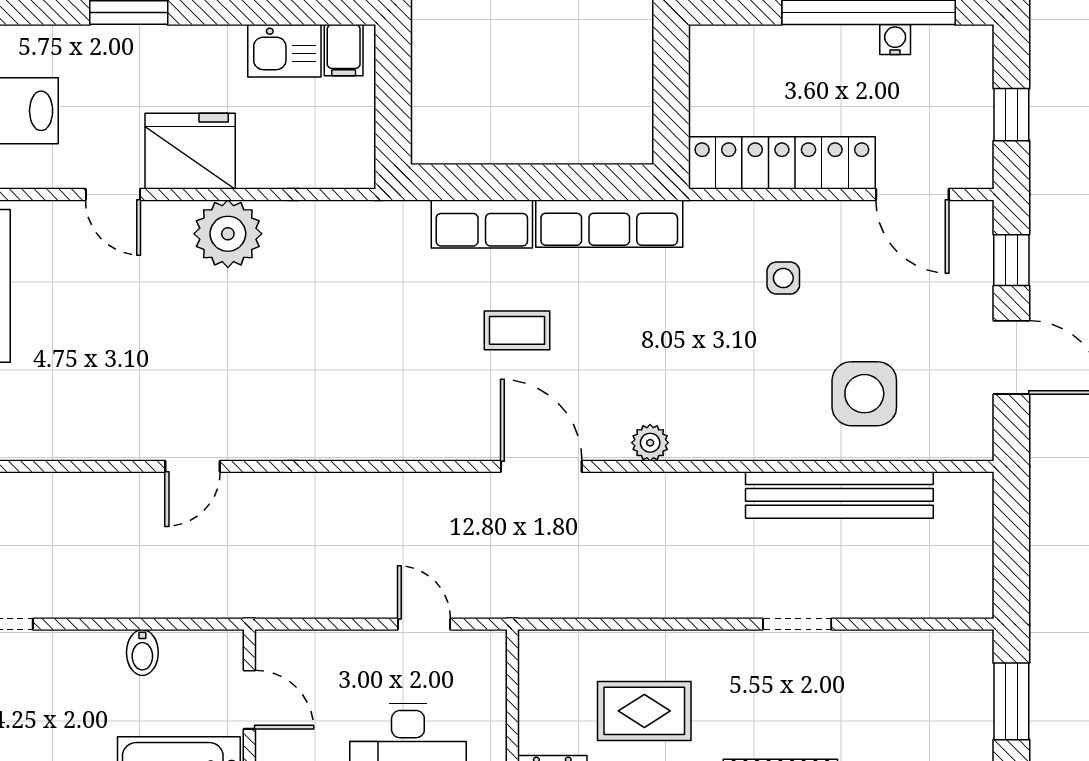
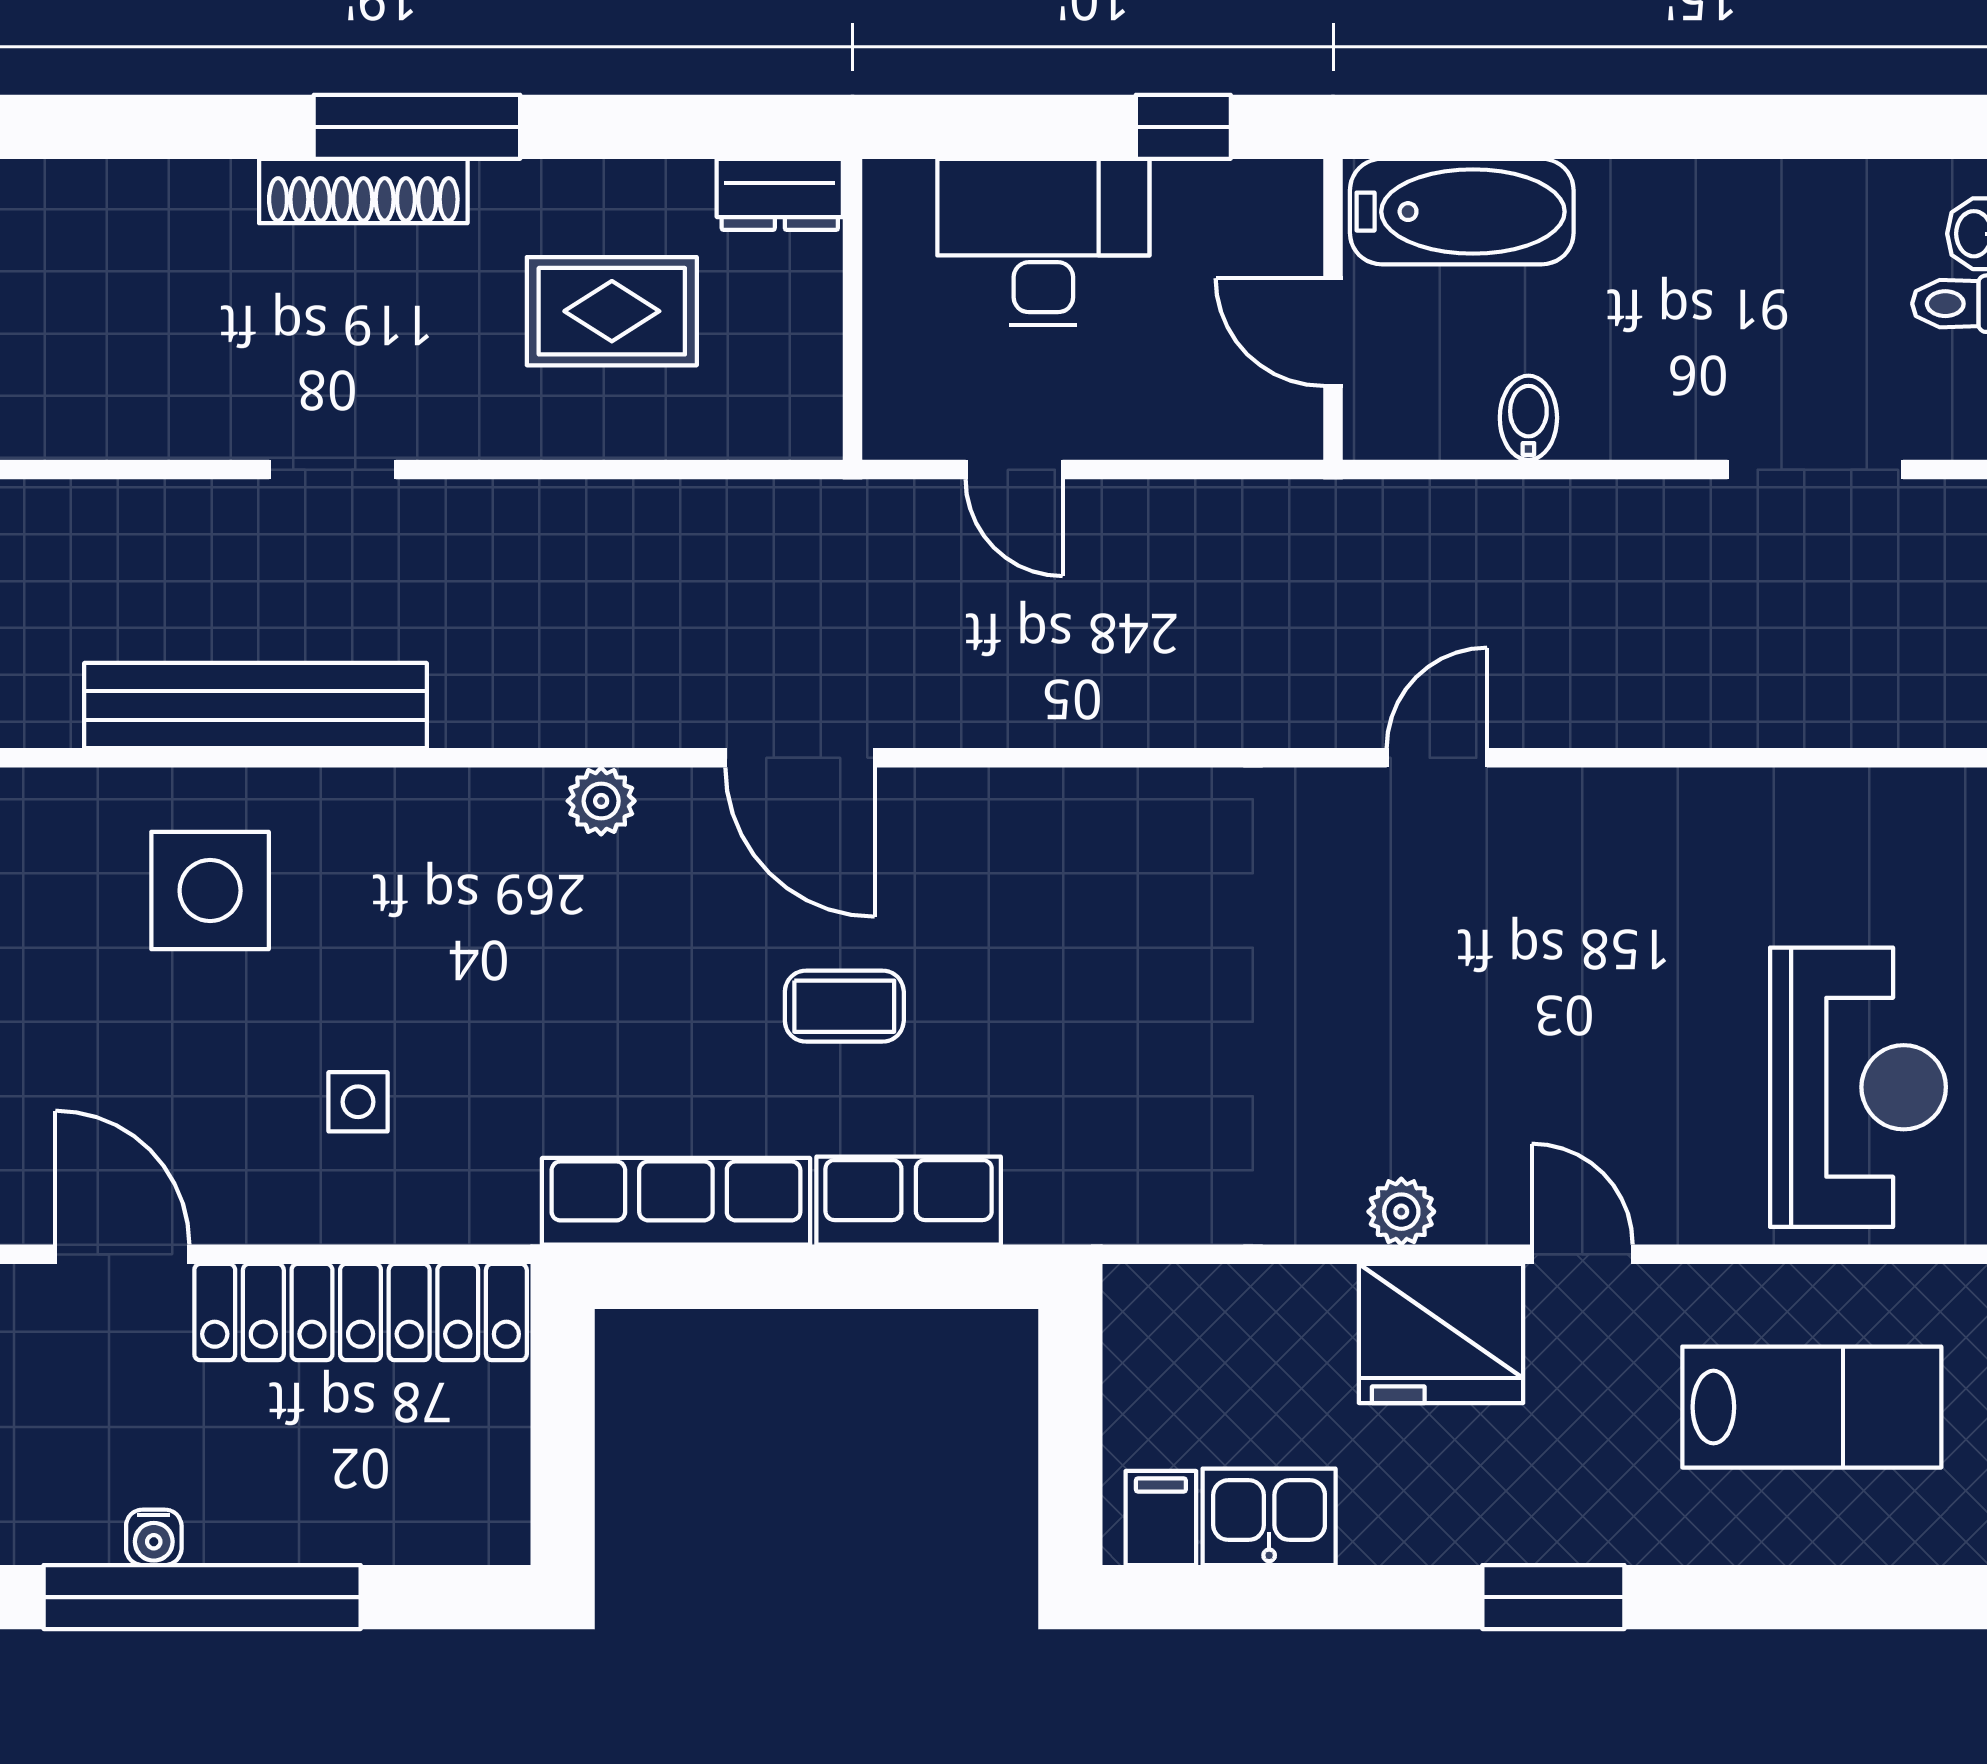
plant: (228, 234) -> (1401, 1212), width x0.53, depth x0.53

